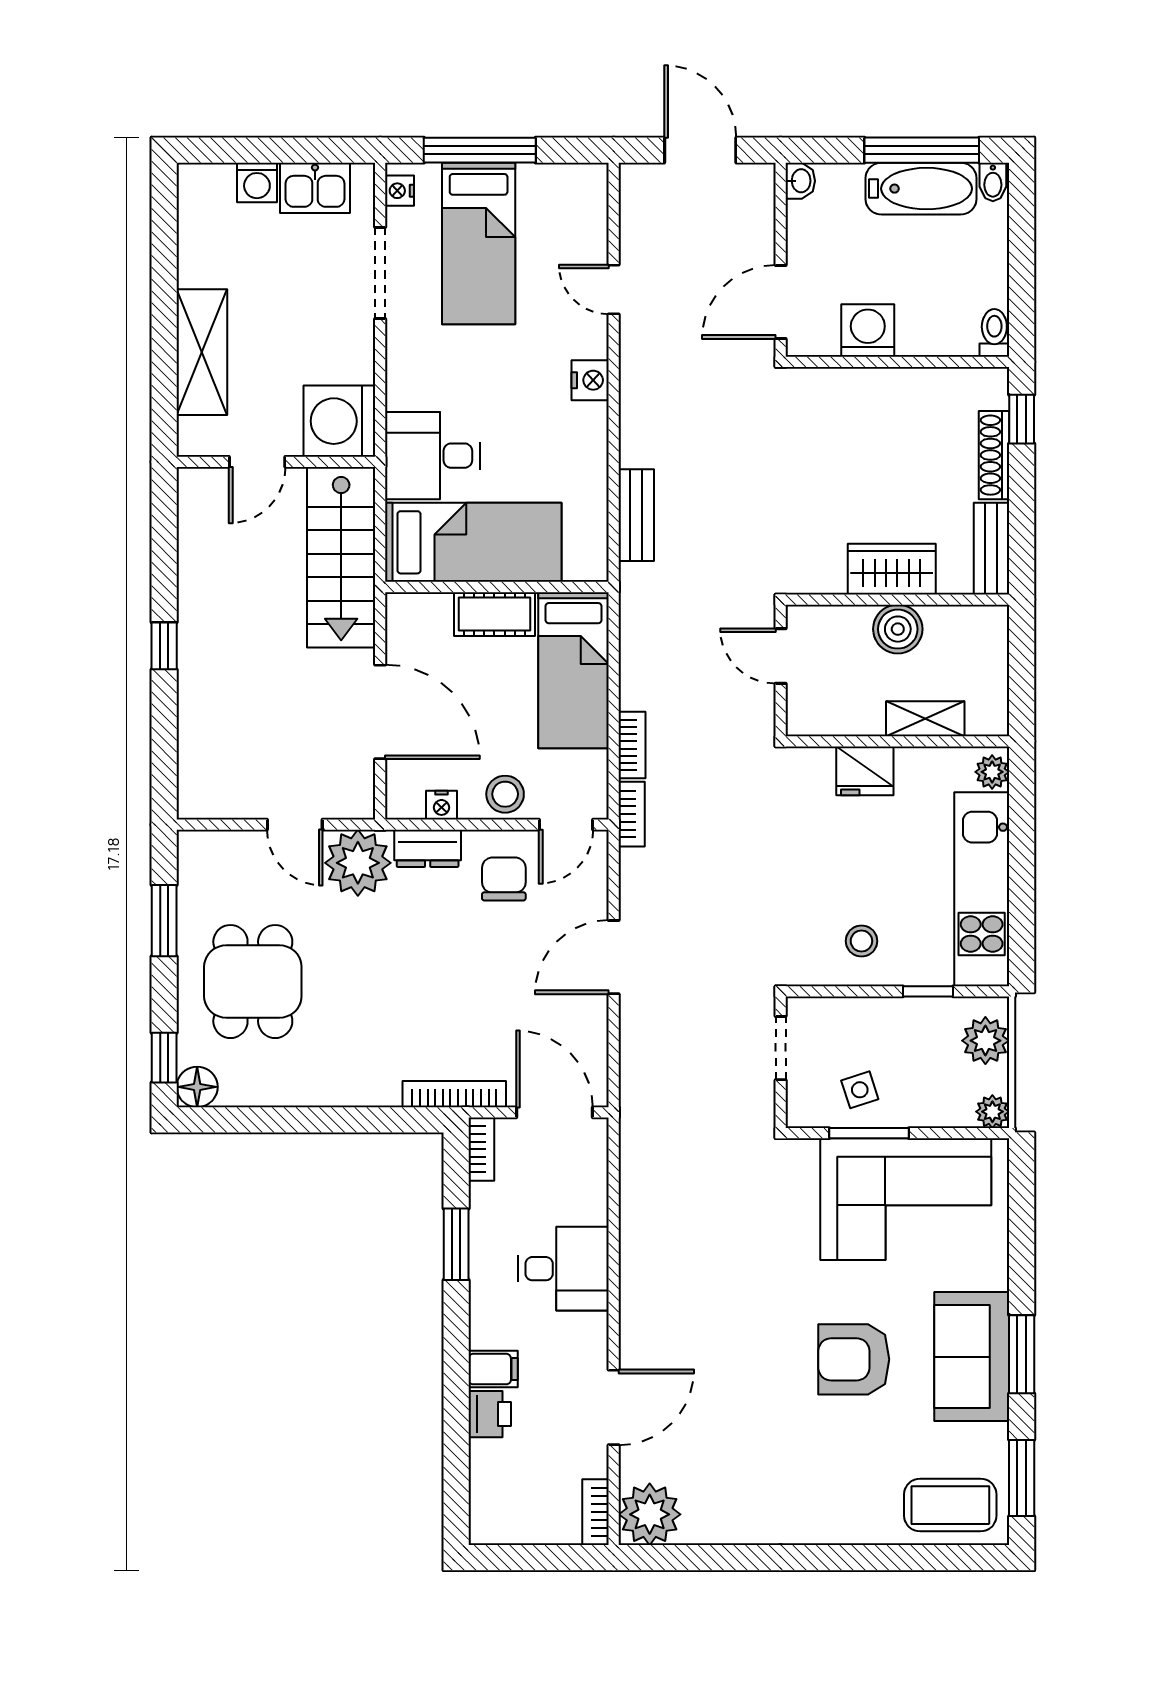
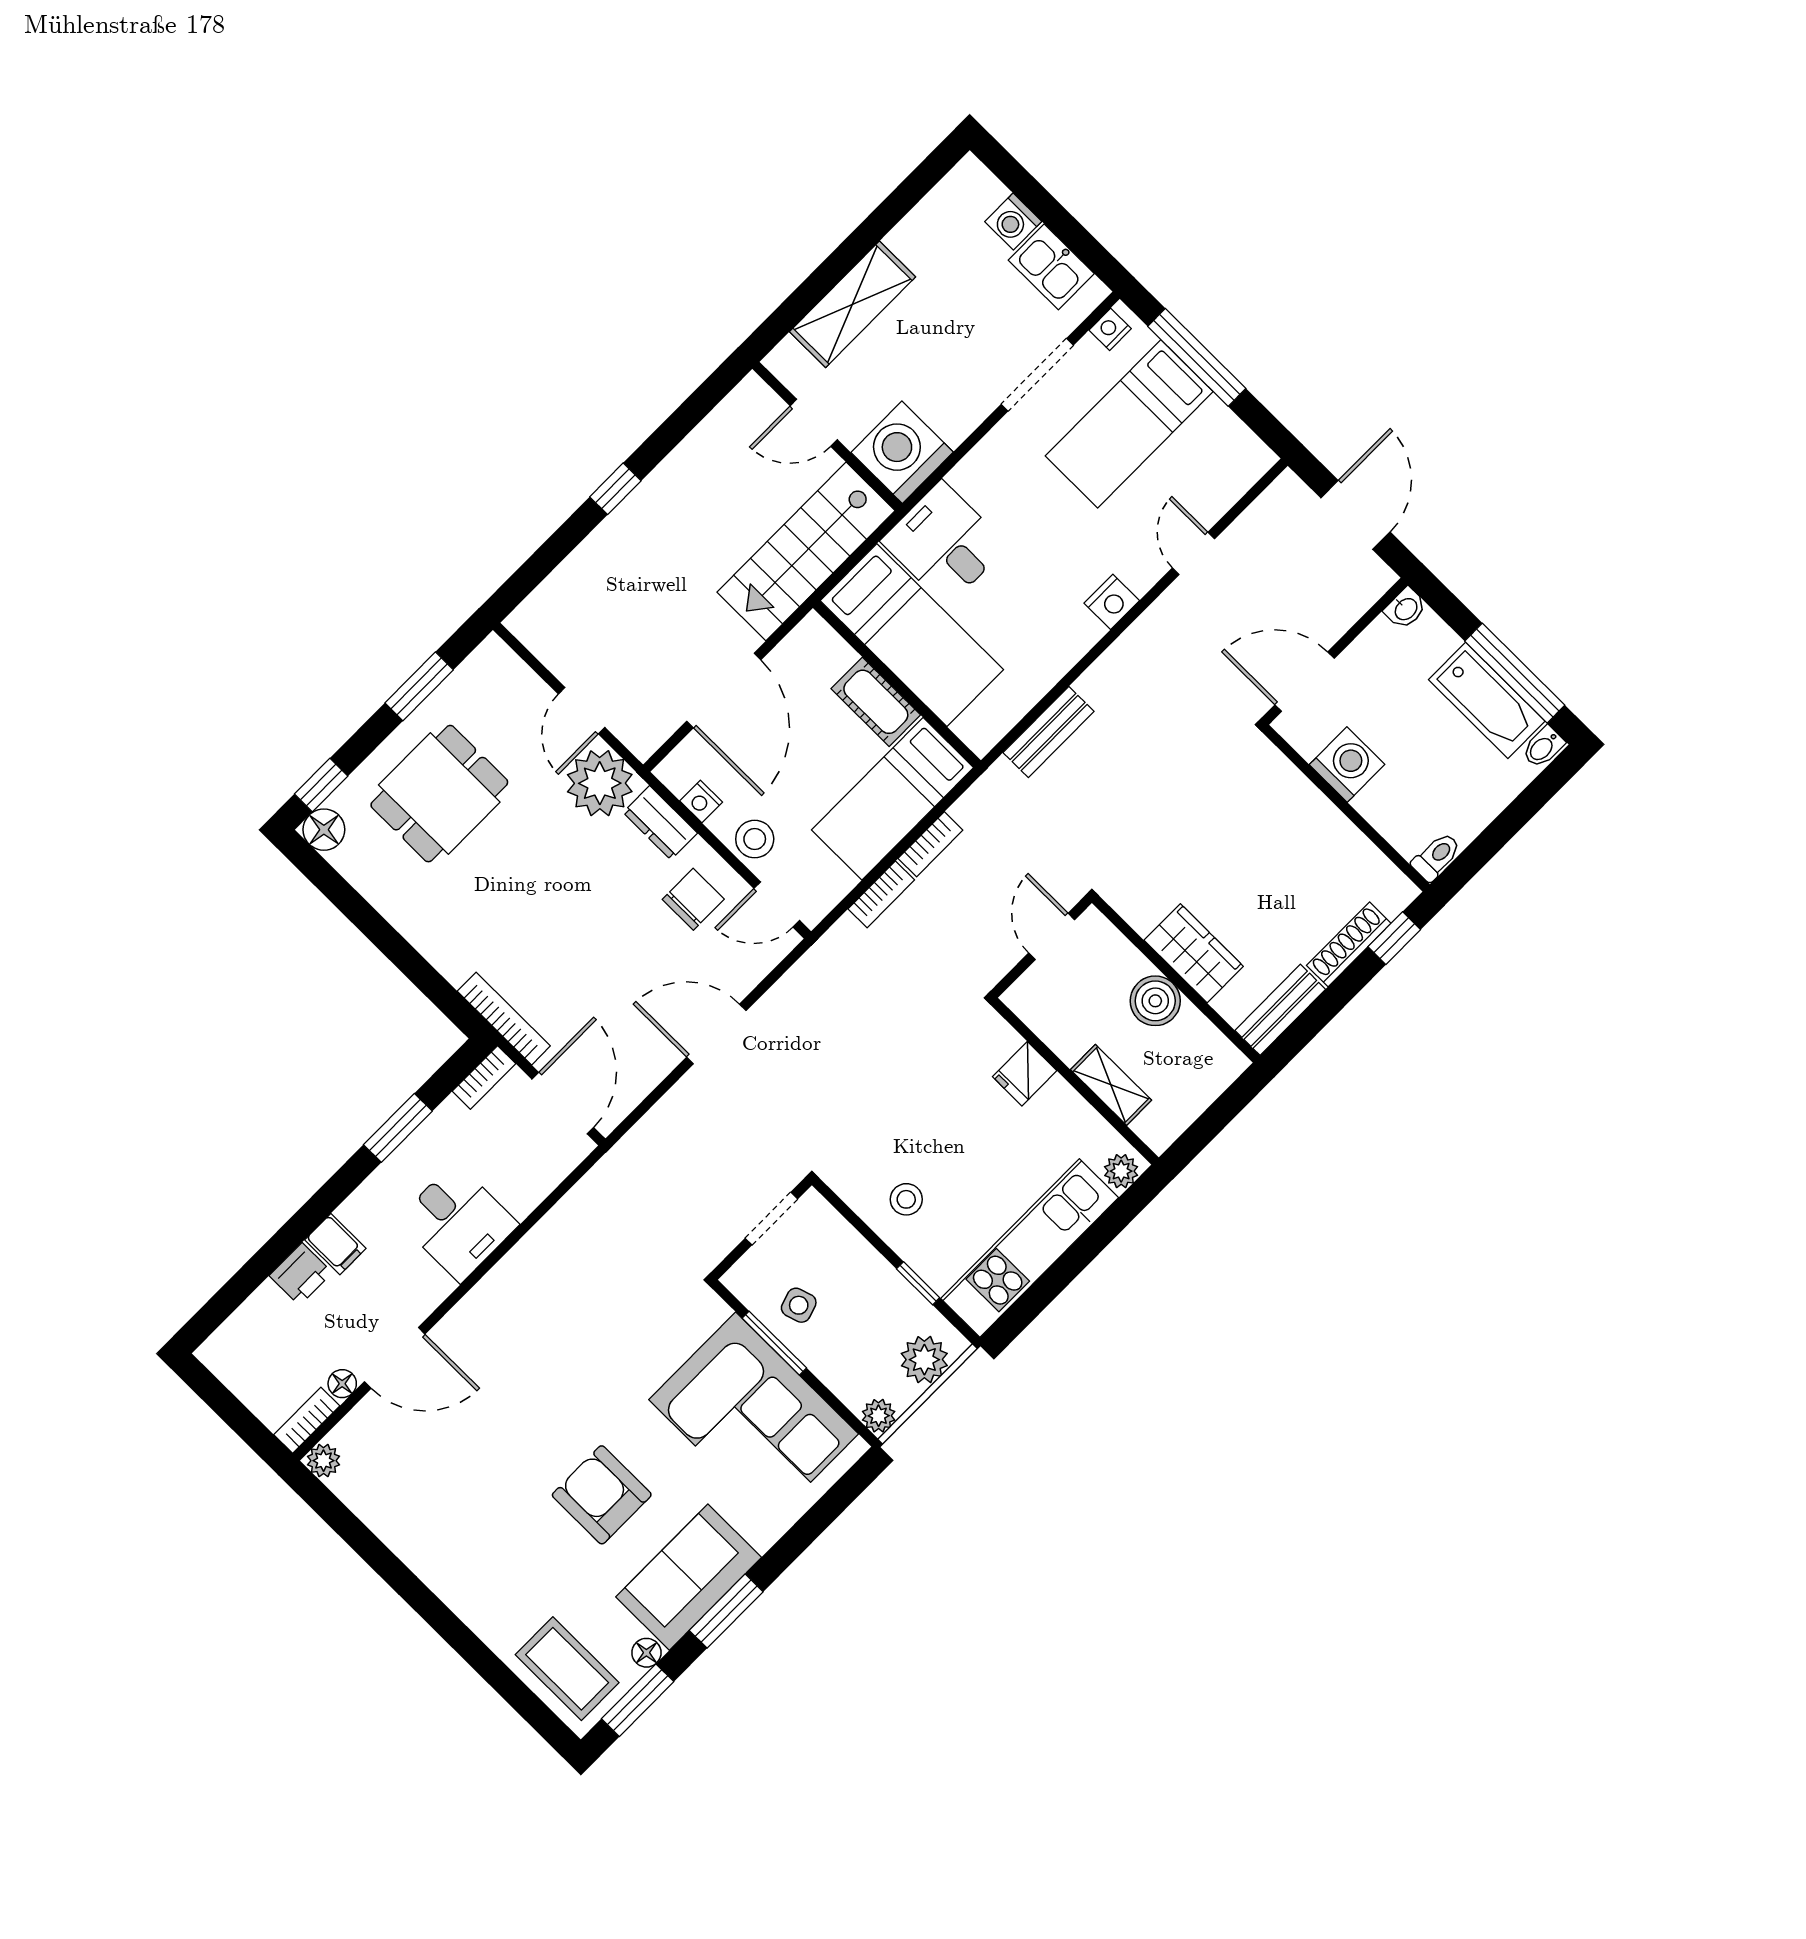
fridge: (865, 771) -> (1025, 1074), width x0.72
bookcase: (632, 814) -> (930, 844), moved
floor lamp: (995, 1439) -> (646, 1653), added
floor lamp: (595, 1462) -> (342, 1384), added
plant: (650, 1514) -> (323, 1461), width x0.53, depth x0.53

